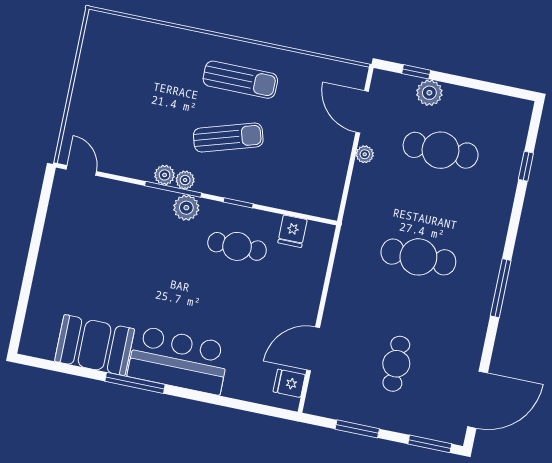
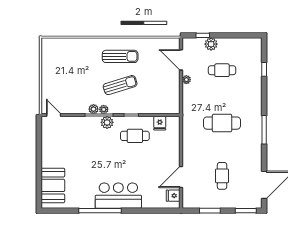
cafe table: (441, 150) -> (222, 70), width x0.73, depth x0.74
booth: (95, 345) -> (53, 185), moved, turned 90
window: (135, 383) -> (100, 211), width x1.46

